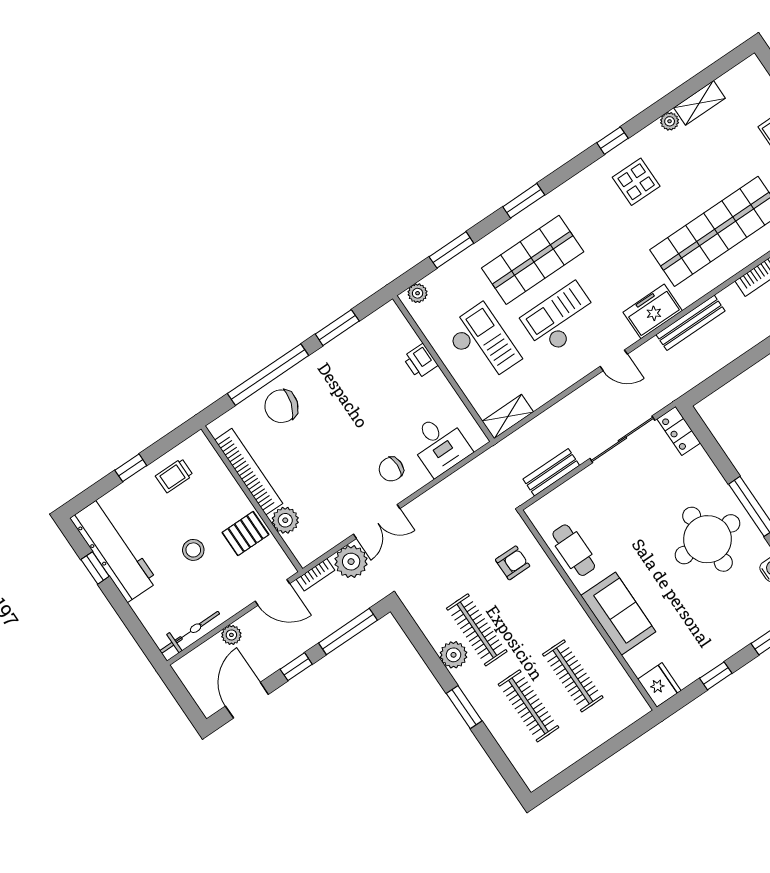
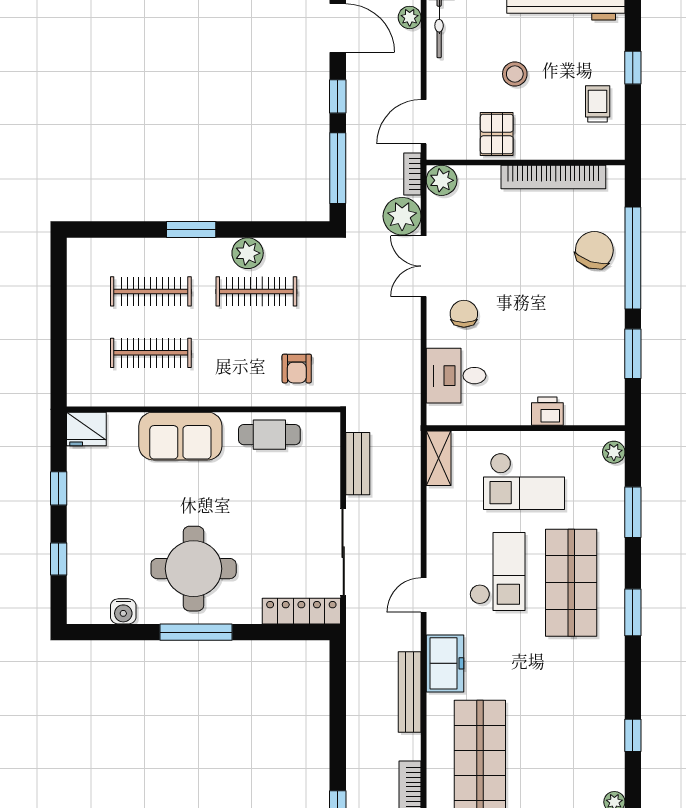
display table: (636, 182) -> (579, 731), removed
locker: (679, 431) -> (301, 611), width x1.53
plant: (285, 520) -> (442, 180), moved
plant: (231, 635) -> (410, 17), moved

